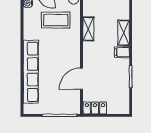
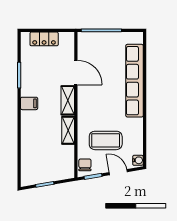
shelving: (124, 33) -> (68, 100), moved
door: (81, 79) -> (76, 73), hinge flipped
locker: (95, 108) -> (44, 39), moved

